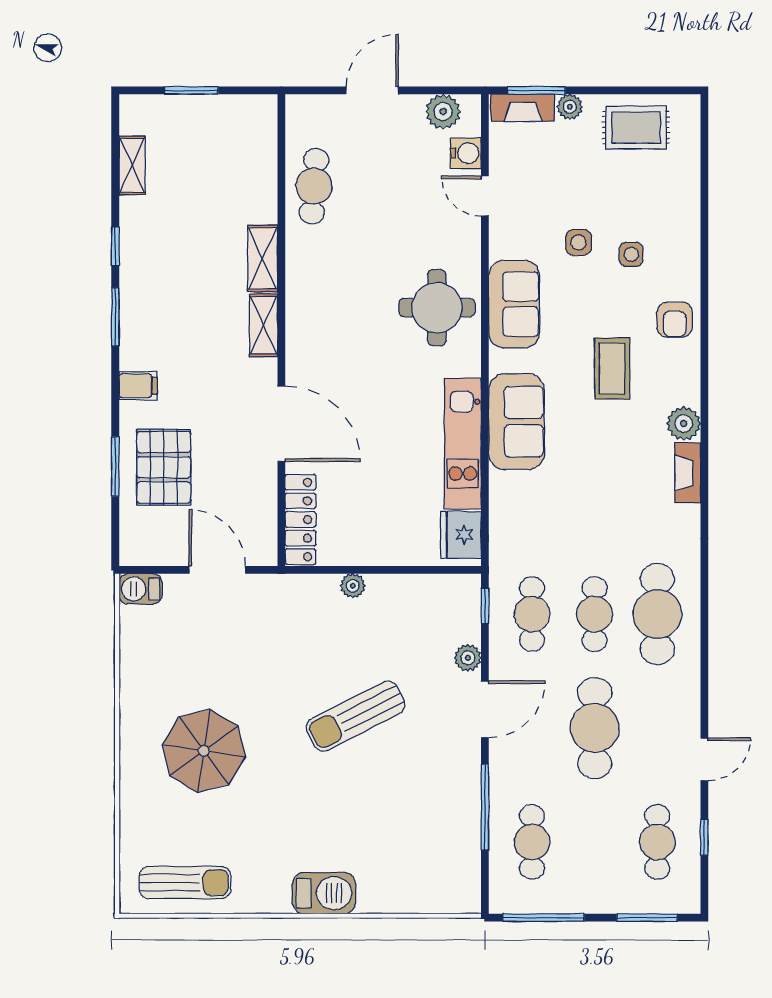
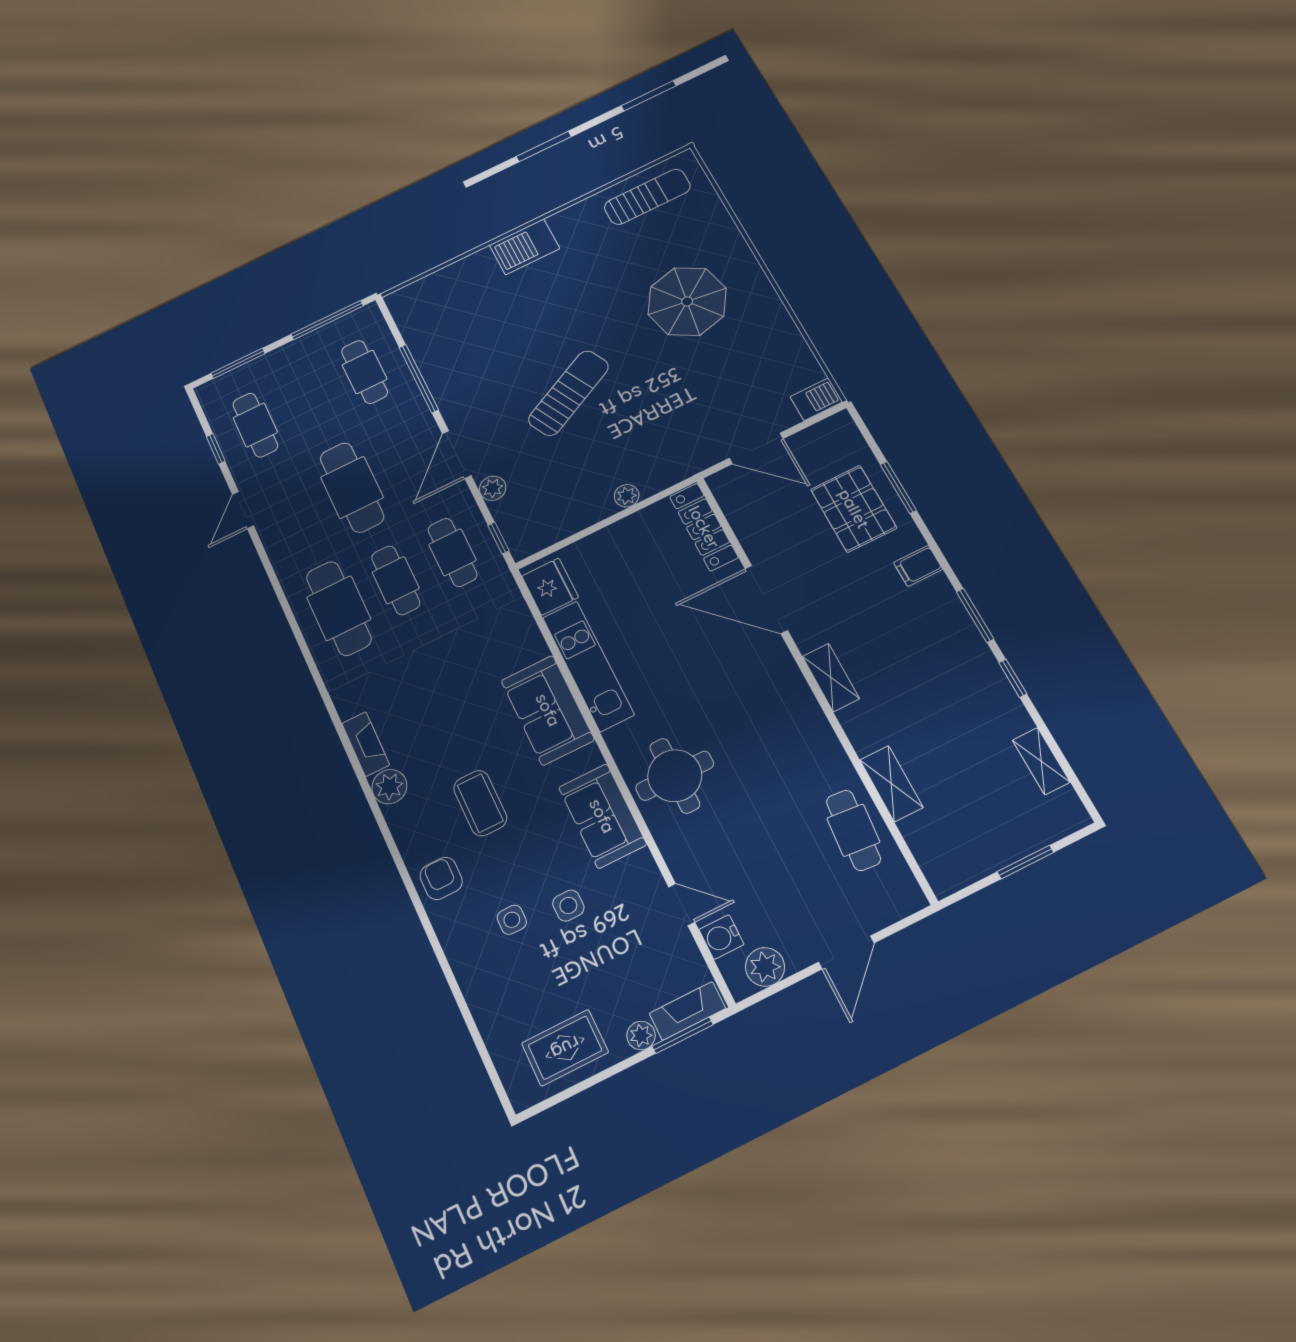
shelving: (263, 258) -> (891, 784), moved
sun lounger: (185, 883) -> (647, 197), turned 180

